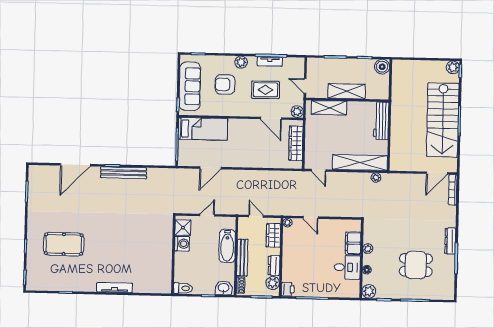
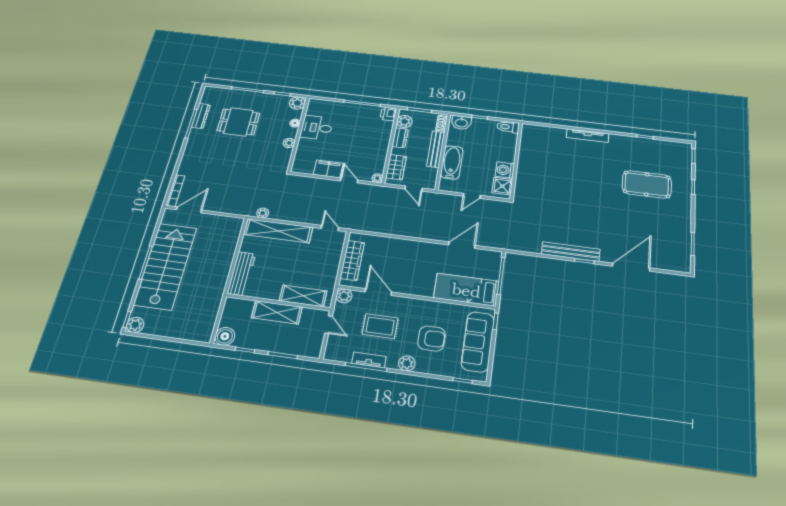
dresser: (450, 241) -> (201, 116), moved
filing cabinet: (353, 243) -> (328, 169), moved, turned -90

